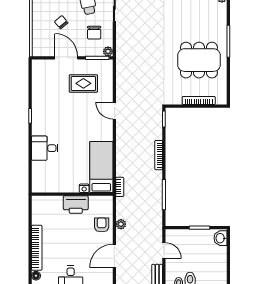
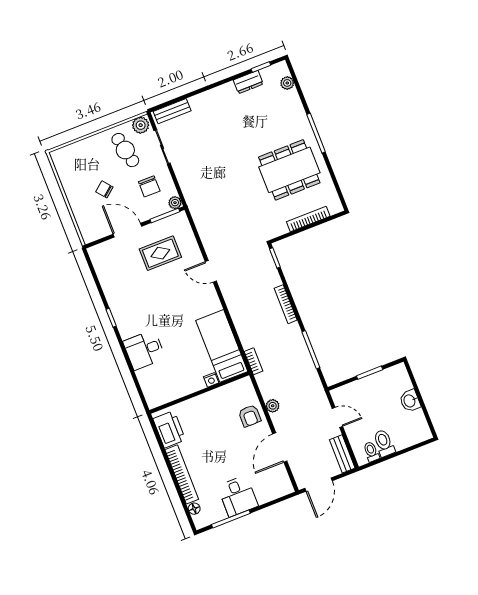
printer: (76, 204) -> (169, 429), moved, turned -90
armchair: (102, 225) -> (250, 416), turned 180
washbasin: (220, 238) -> (410, 401), moved

